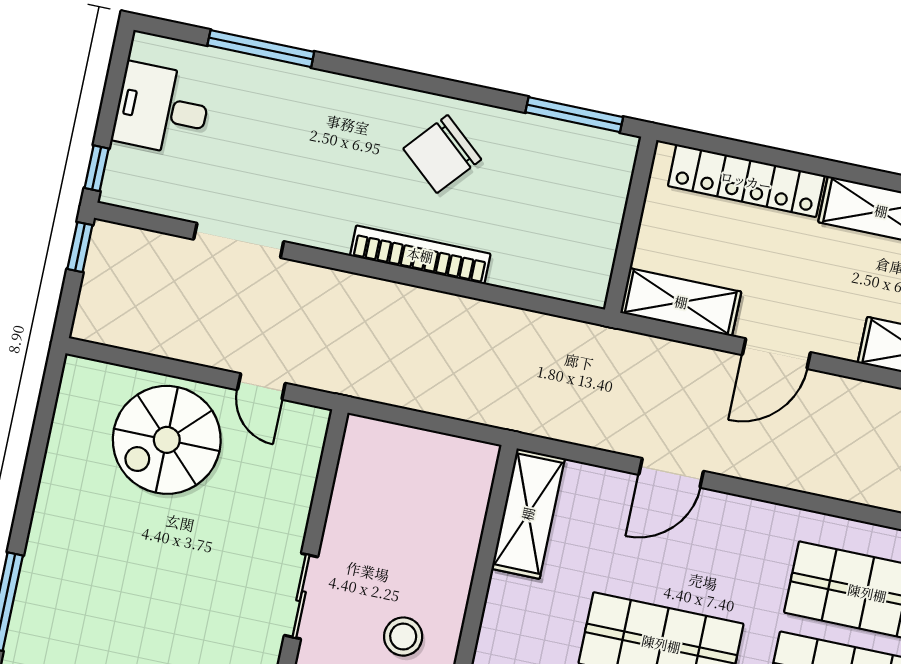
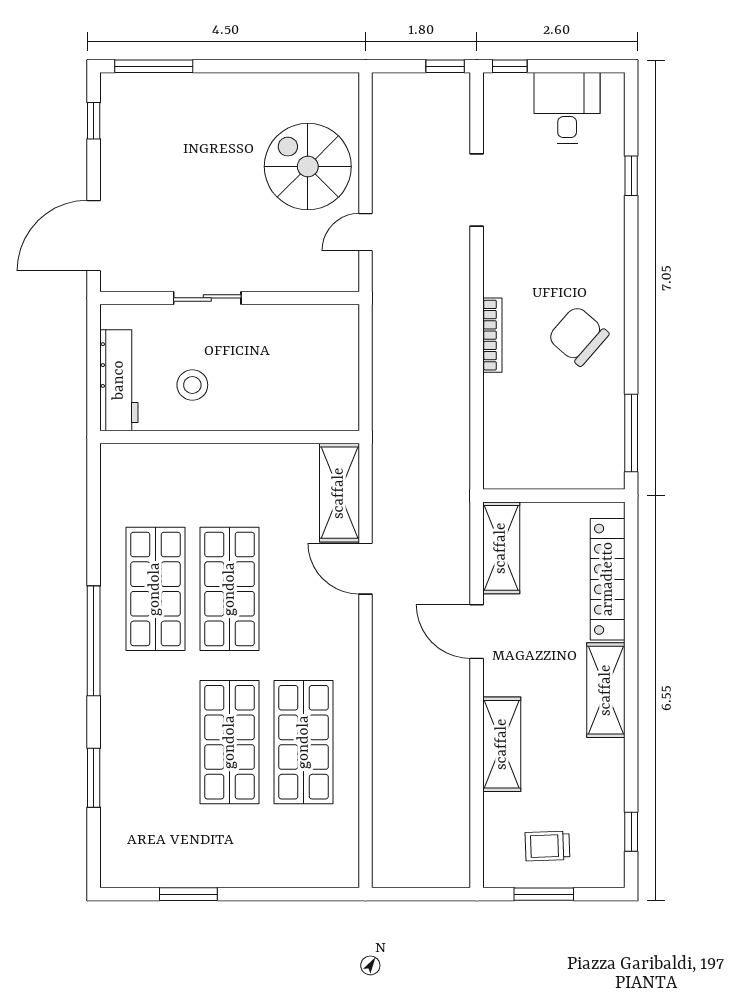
window: (261, 49) -> (631, 176), width x0.46
bookcase: (420, 255) -> (492, 335), width x0.68, depth x0.76
shelving: (528, 514) -> (339, 493), moved, turned 90

